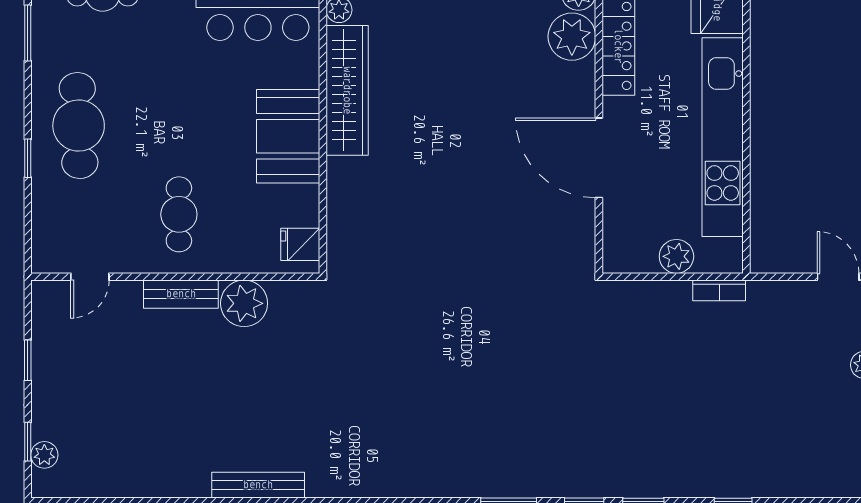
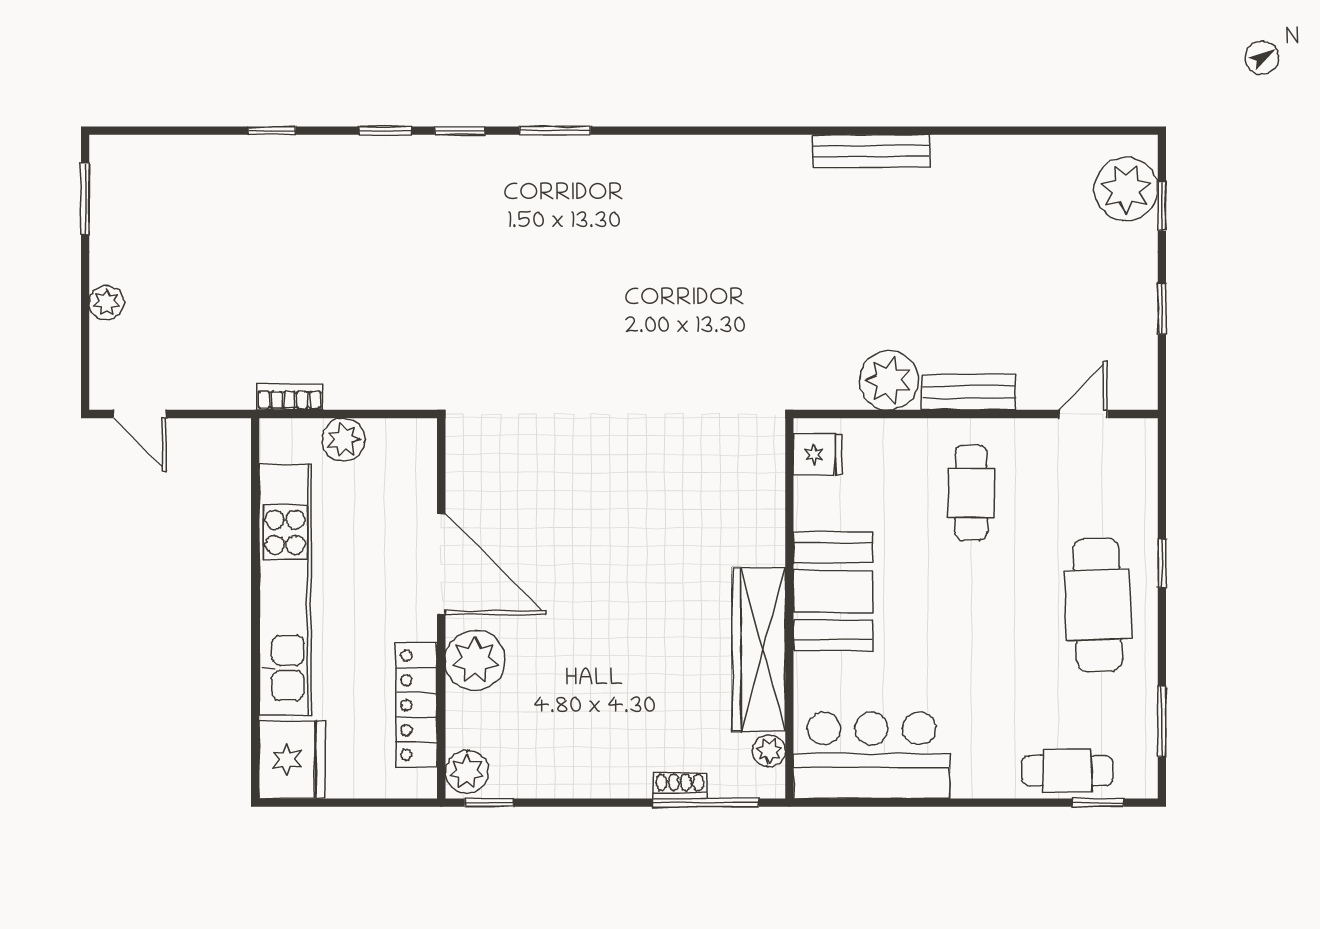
plant: (572, 37) -> (475, 660), moved
plant: (44, 455) -> (1126, 189), width x1.88, depth x1.88

